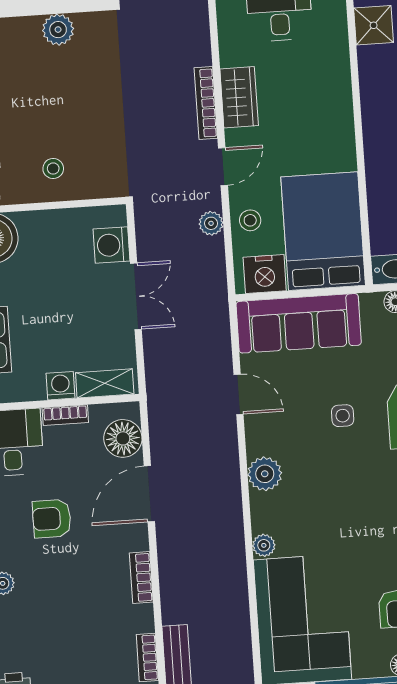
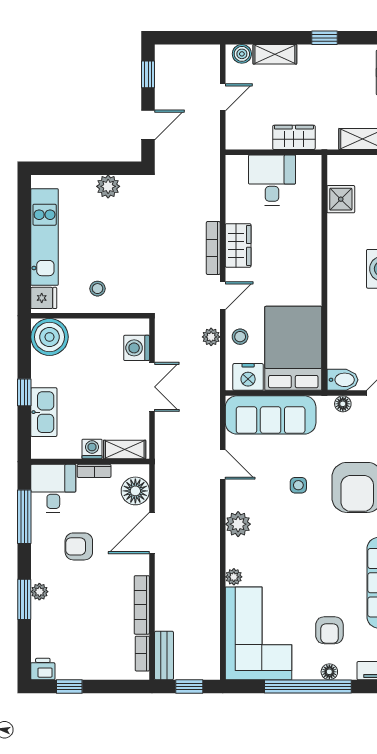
bookcase: (141, 578) -> (142, 605), width x1.56

